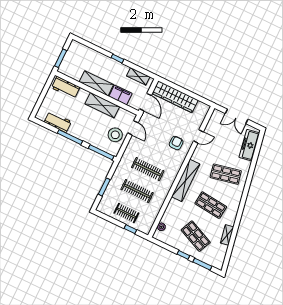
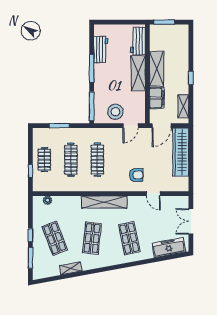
shelving: (102, 105) -> (138, 73), moved
shop shelf: (196, 236) -> (55, 238), turned -45

